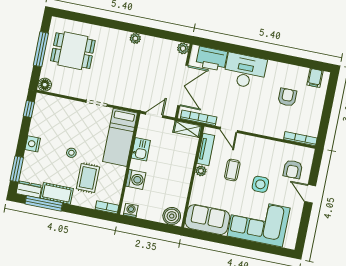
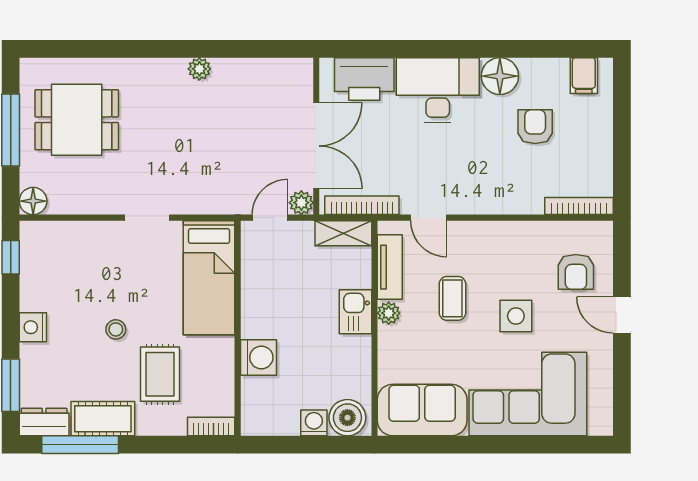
plant: (183, 48) -> (301, 203), moved
floor lamp: (276, 70) -> (500, 76), added
kitchen sink: (141, 149) -> (355, 312), moved, turned 180
washing machine: (131, 210) -> (314, 423), moved

